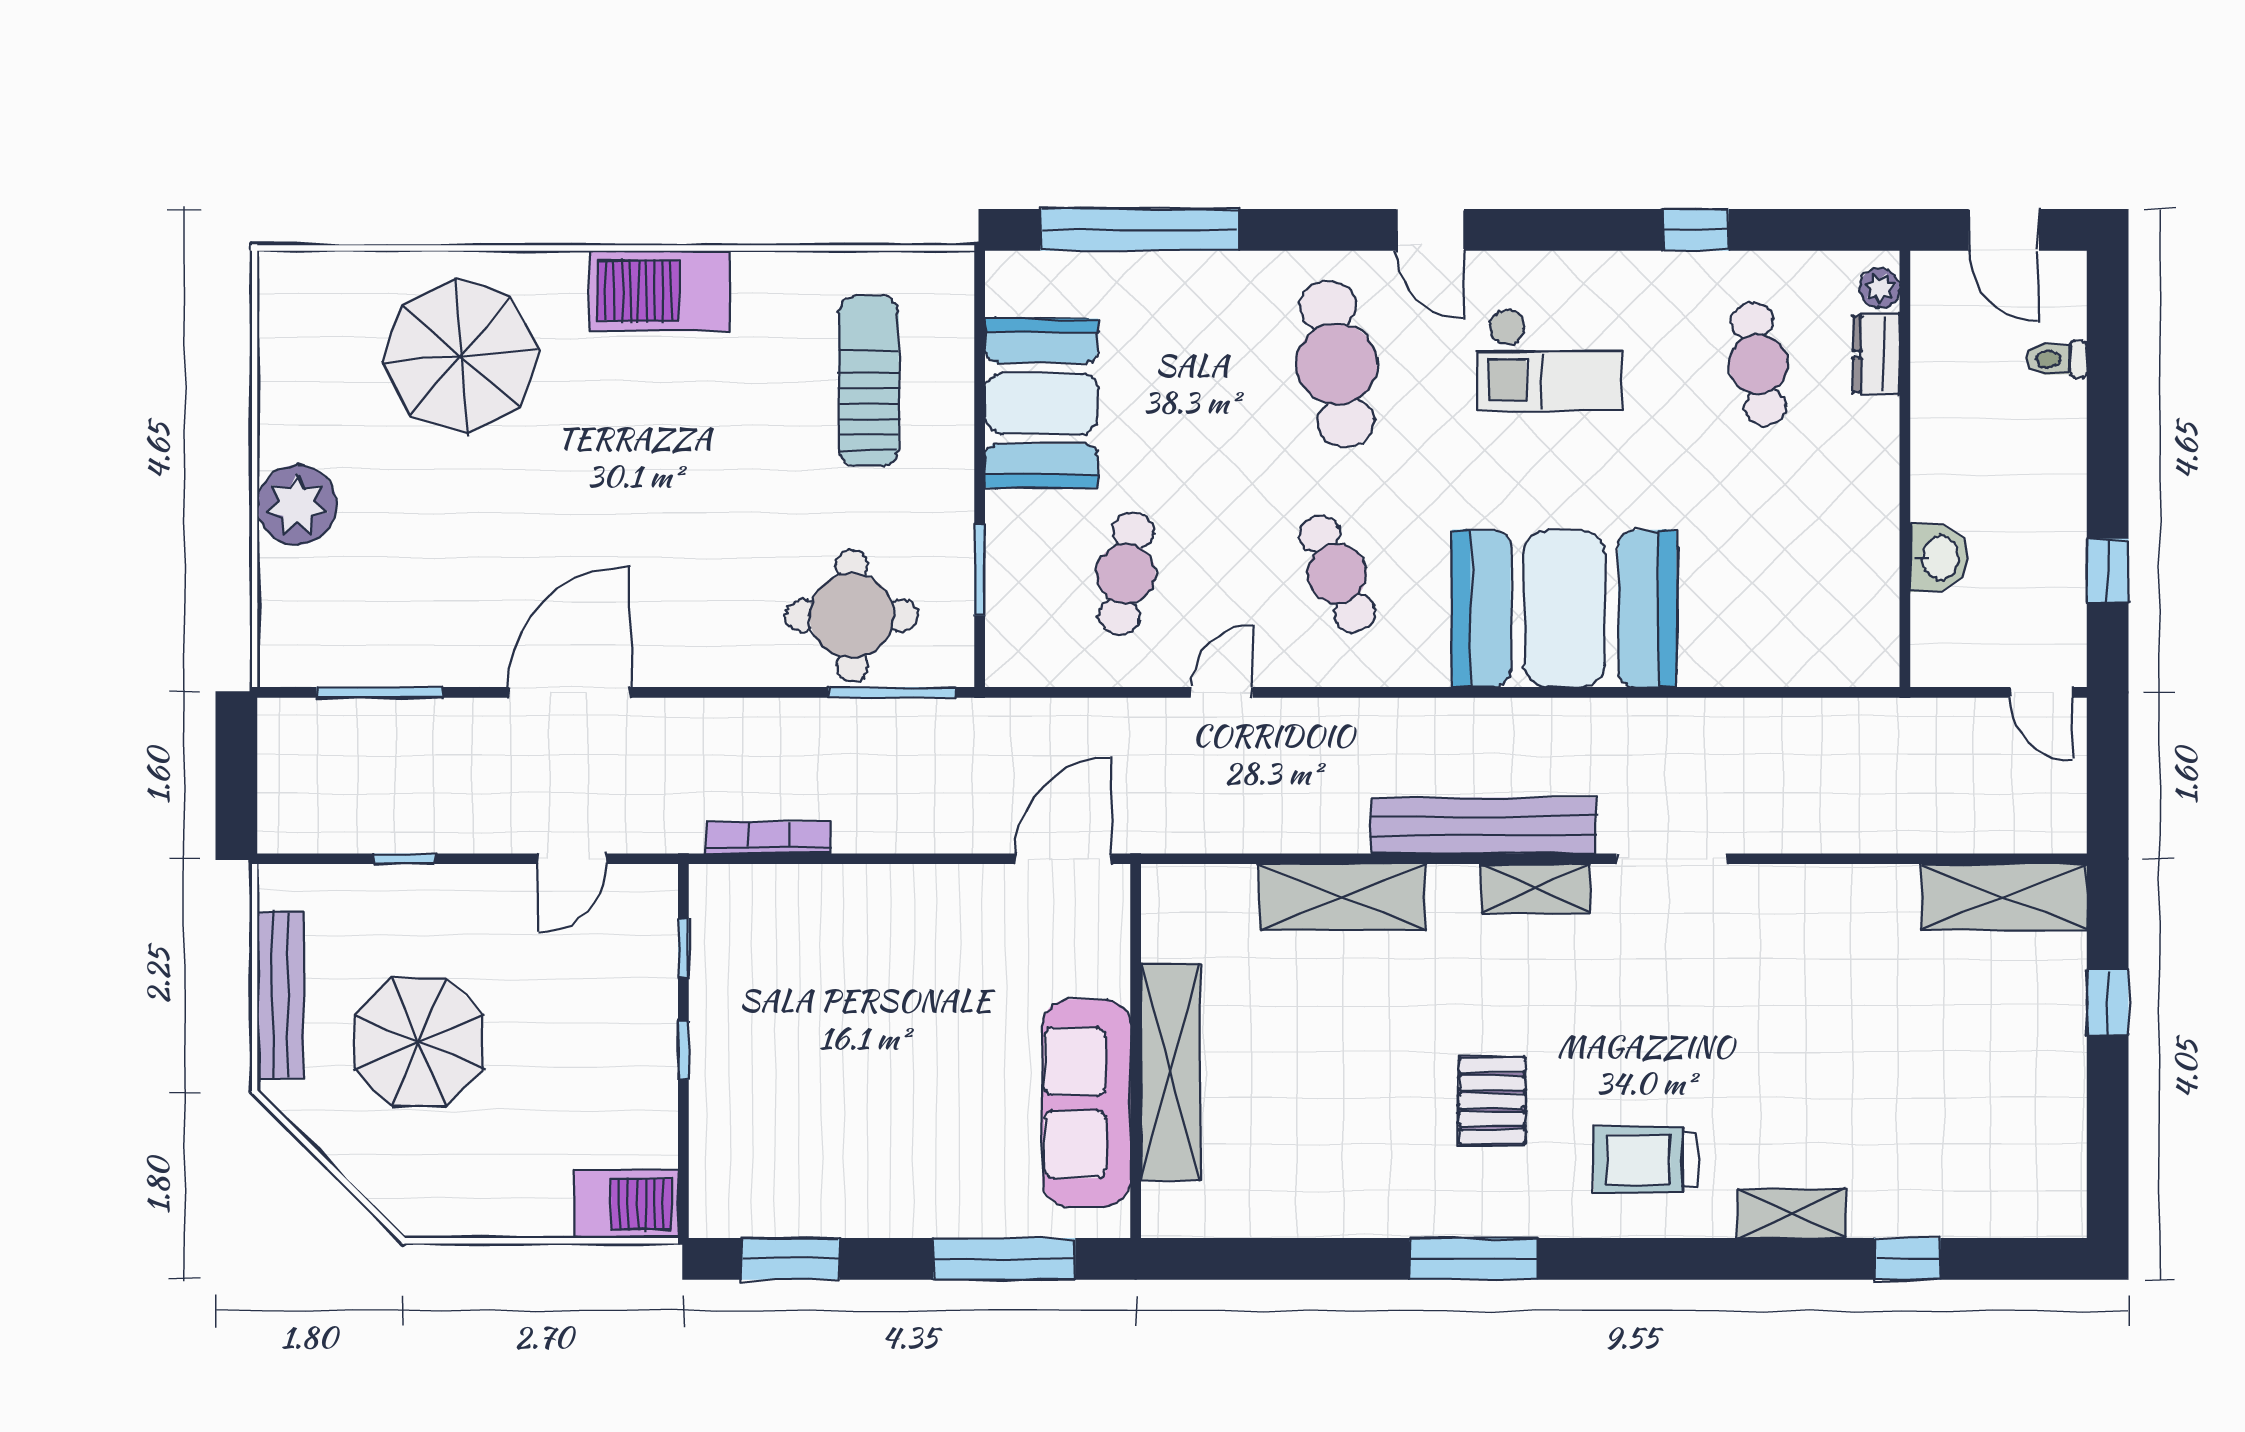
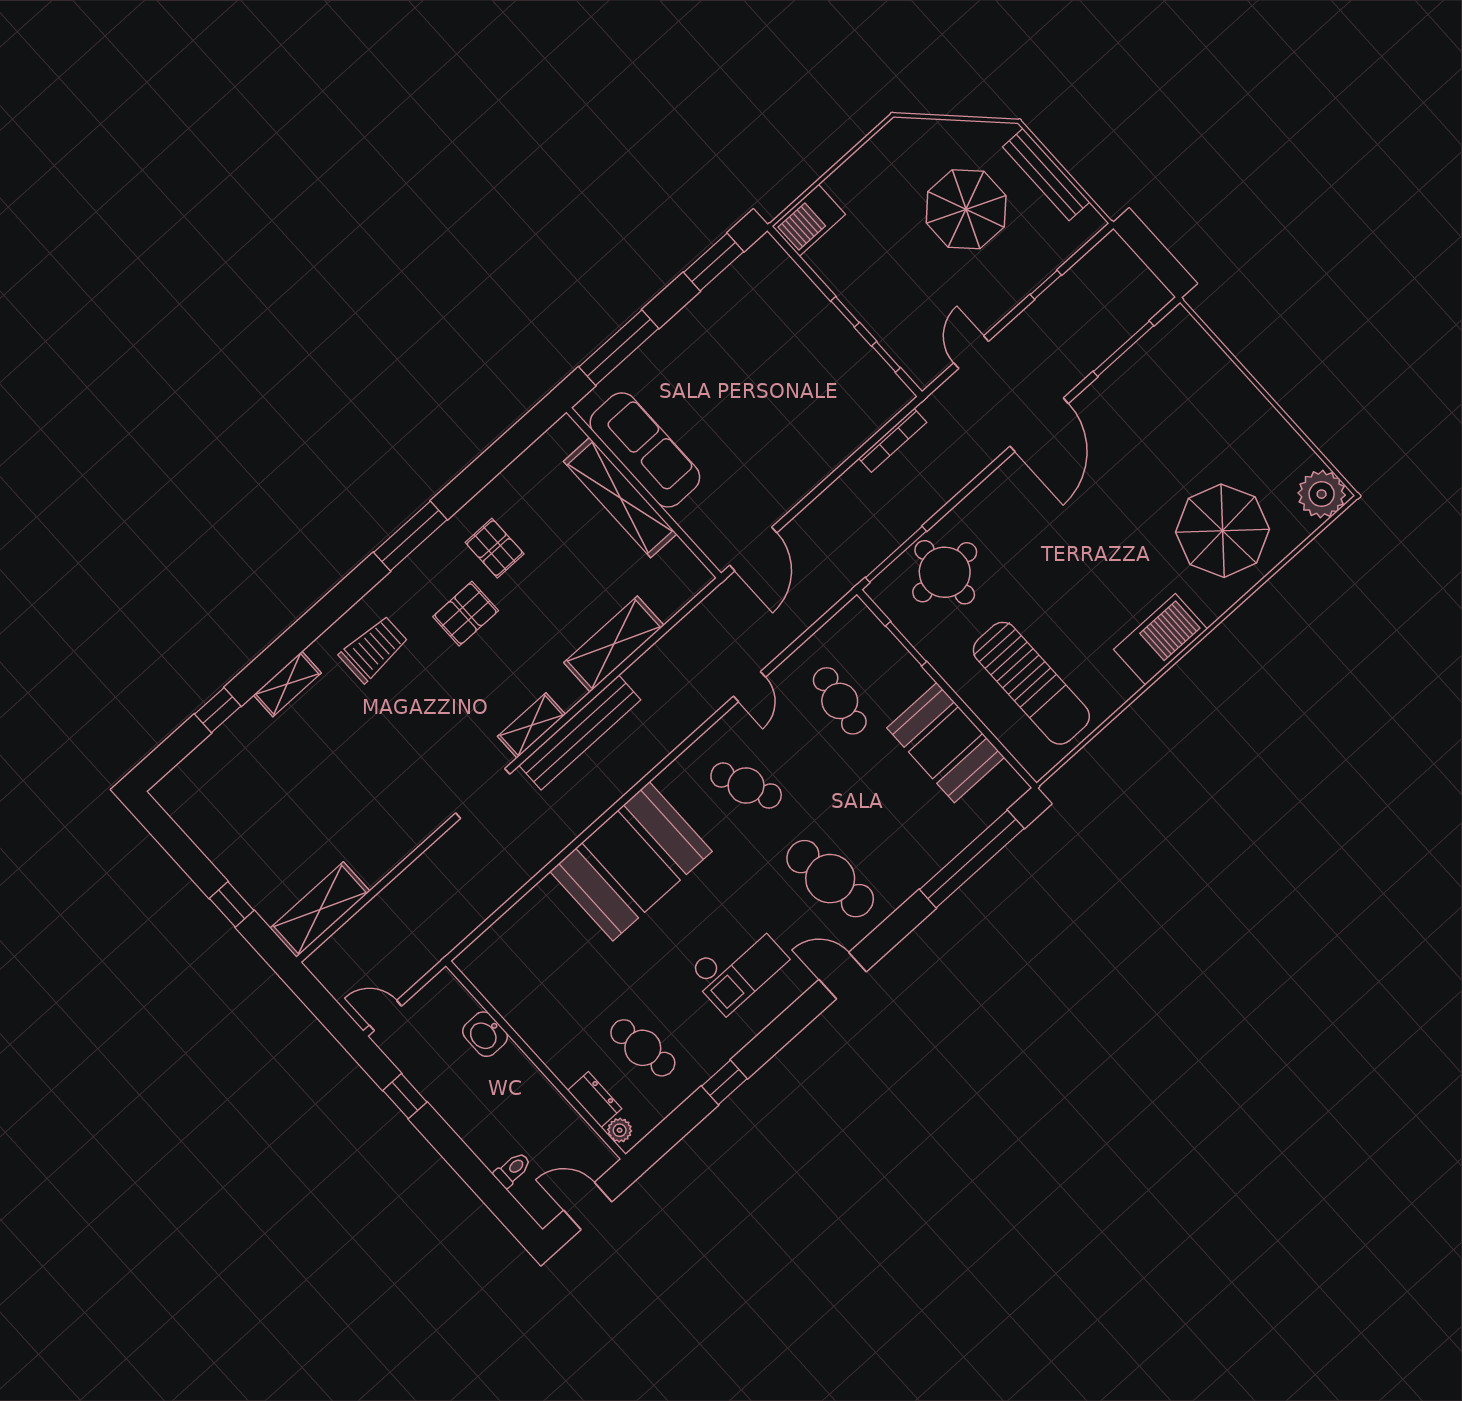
checkout: (1549, 359) -> (738, 966), turned 180
sun lounger: (869, 381) -> (1031, 683), width x1.36, depth x1.34
plant: (297, 505) -> (1322, 494), moved
pallet: (1492, 1101) -> (466, 614), turned 90
pallet: (1383, 1150) -> (495, 548), added

